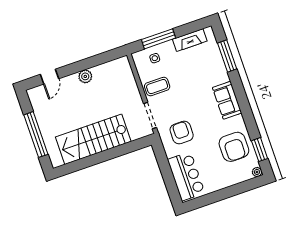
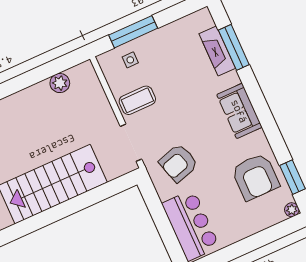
fireplace: (190, 40) -> (217, 51), moved, turned 90
plant: (85, 76) -> (60, 83), moved
armchair: (182, 133) -> (178, 163), turned -107

